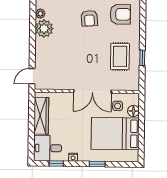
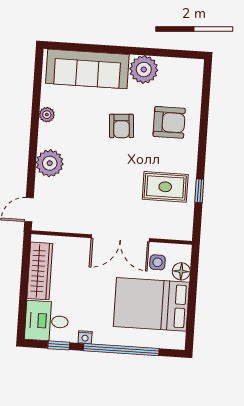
plant: (44, 29) -> (50, 163), moved
rug: (120, 56) -> (165, 187), turned 90
window: (97, 164) -> (121, 350), width x3.17

